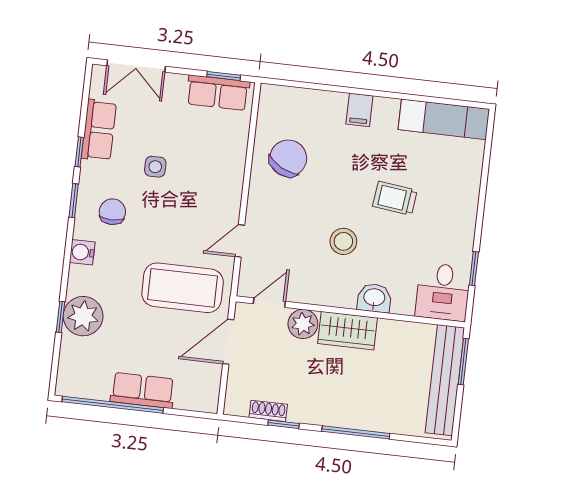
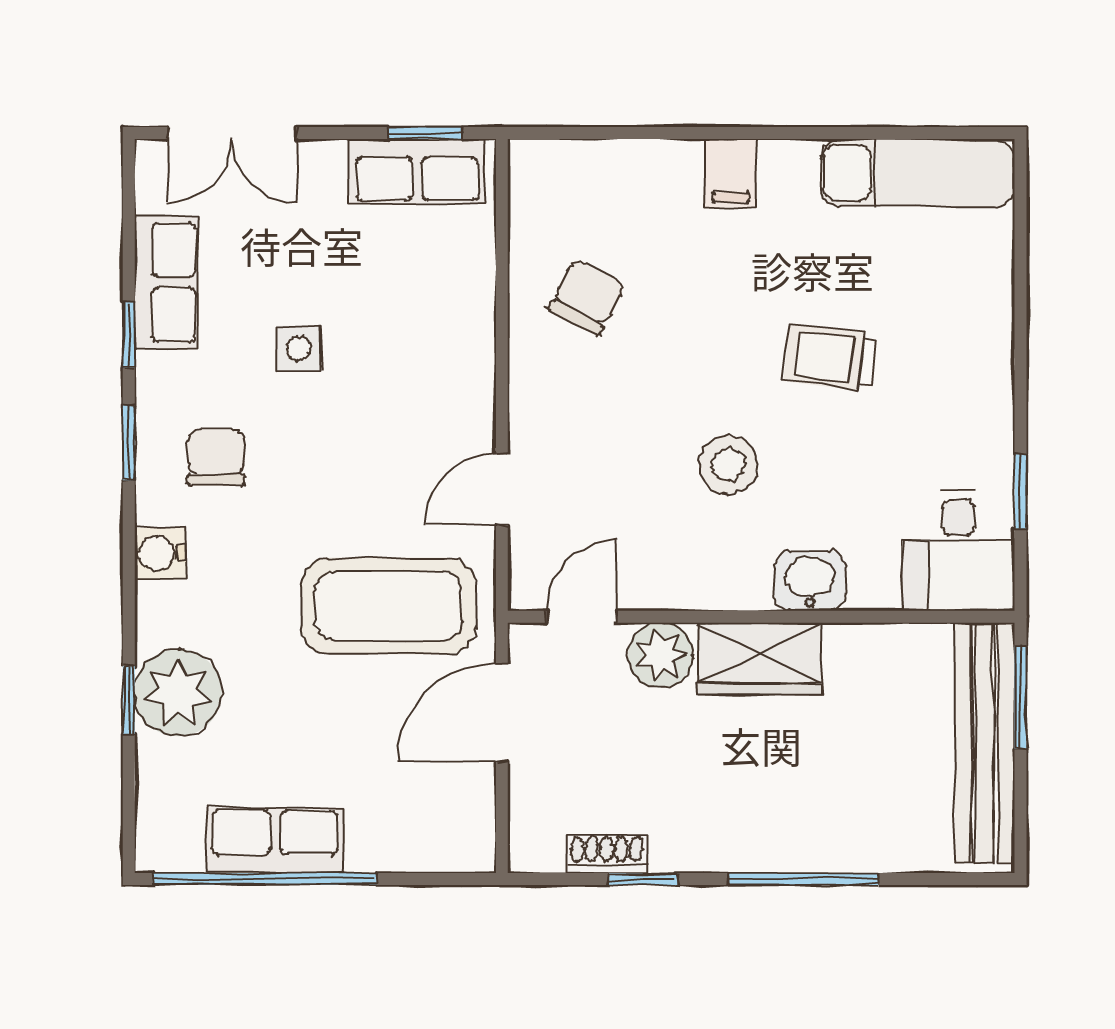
chair: (288, 158) -> (587, 297), width x0.73, depth x0.73
row of seats: (143, 390) -> (275, 840), moved

